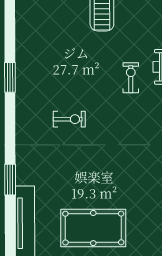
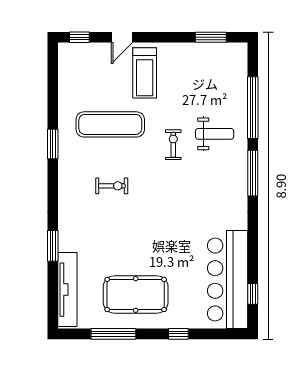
exercise mat: (68, 58) -> (110, 124), added

